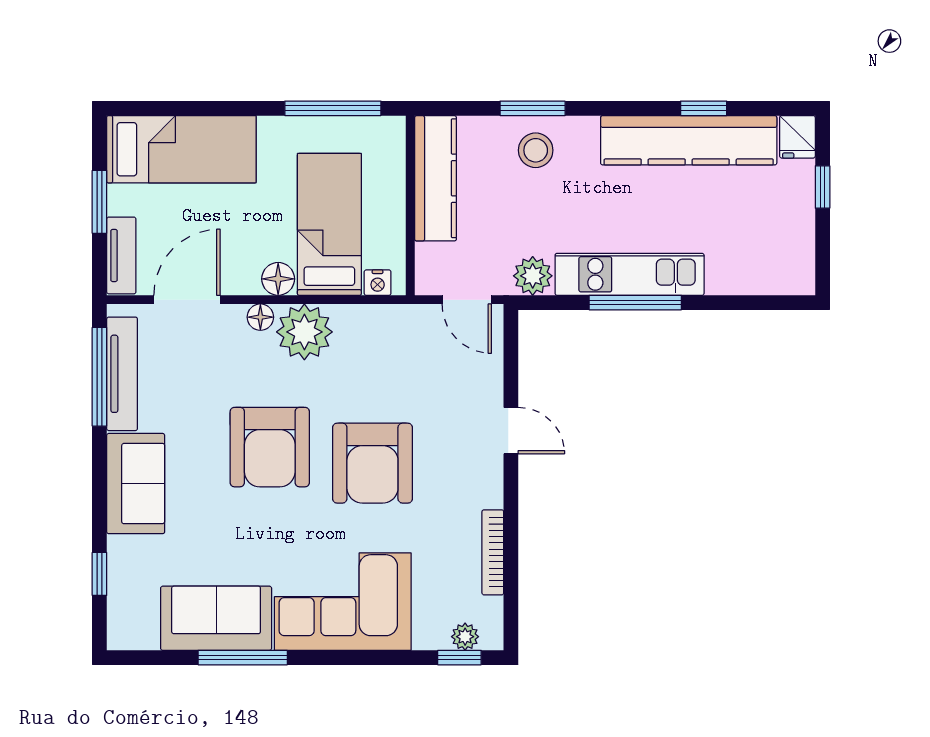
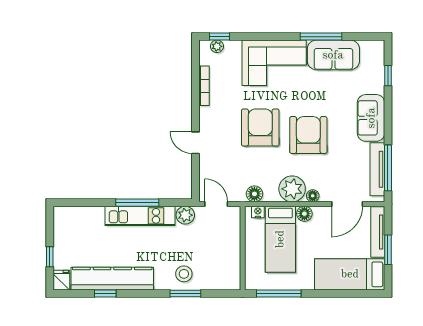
kitchen counter: (435, 178) -> (231, 261), removed
tv unit: (121, 255) -> (378, 232), width x1.41
floor lamp: (385, 321) -> (254, 194), added

